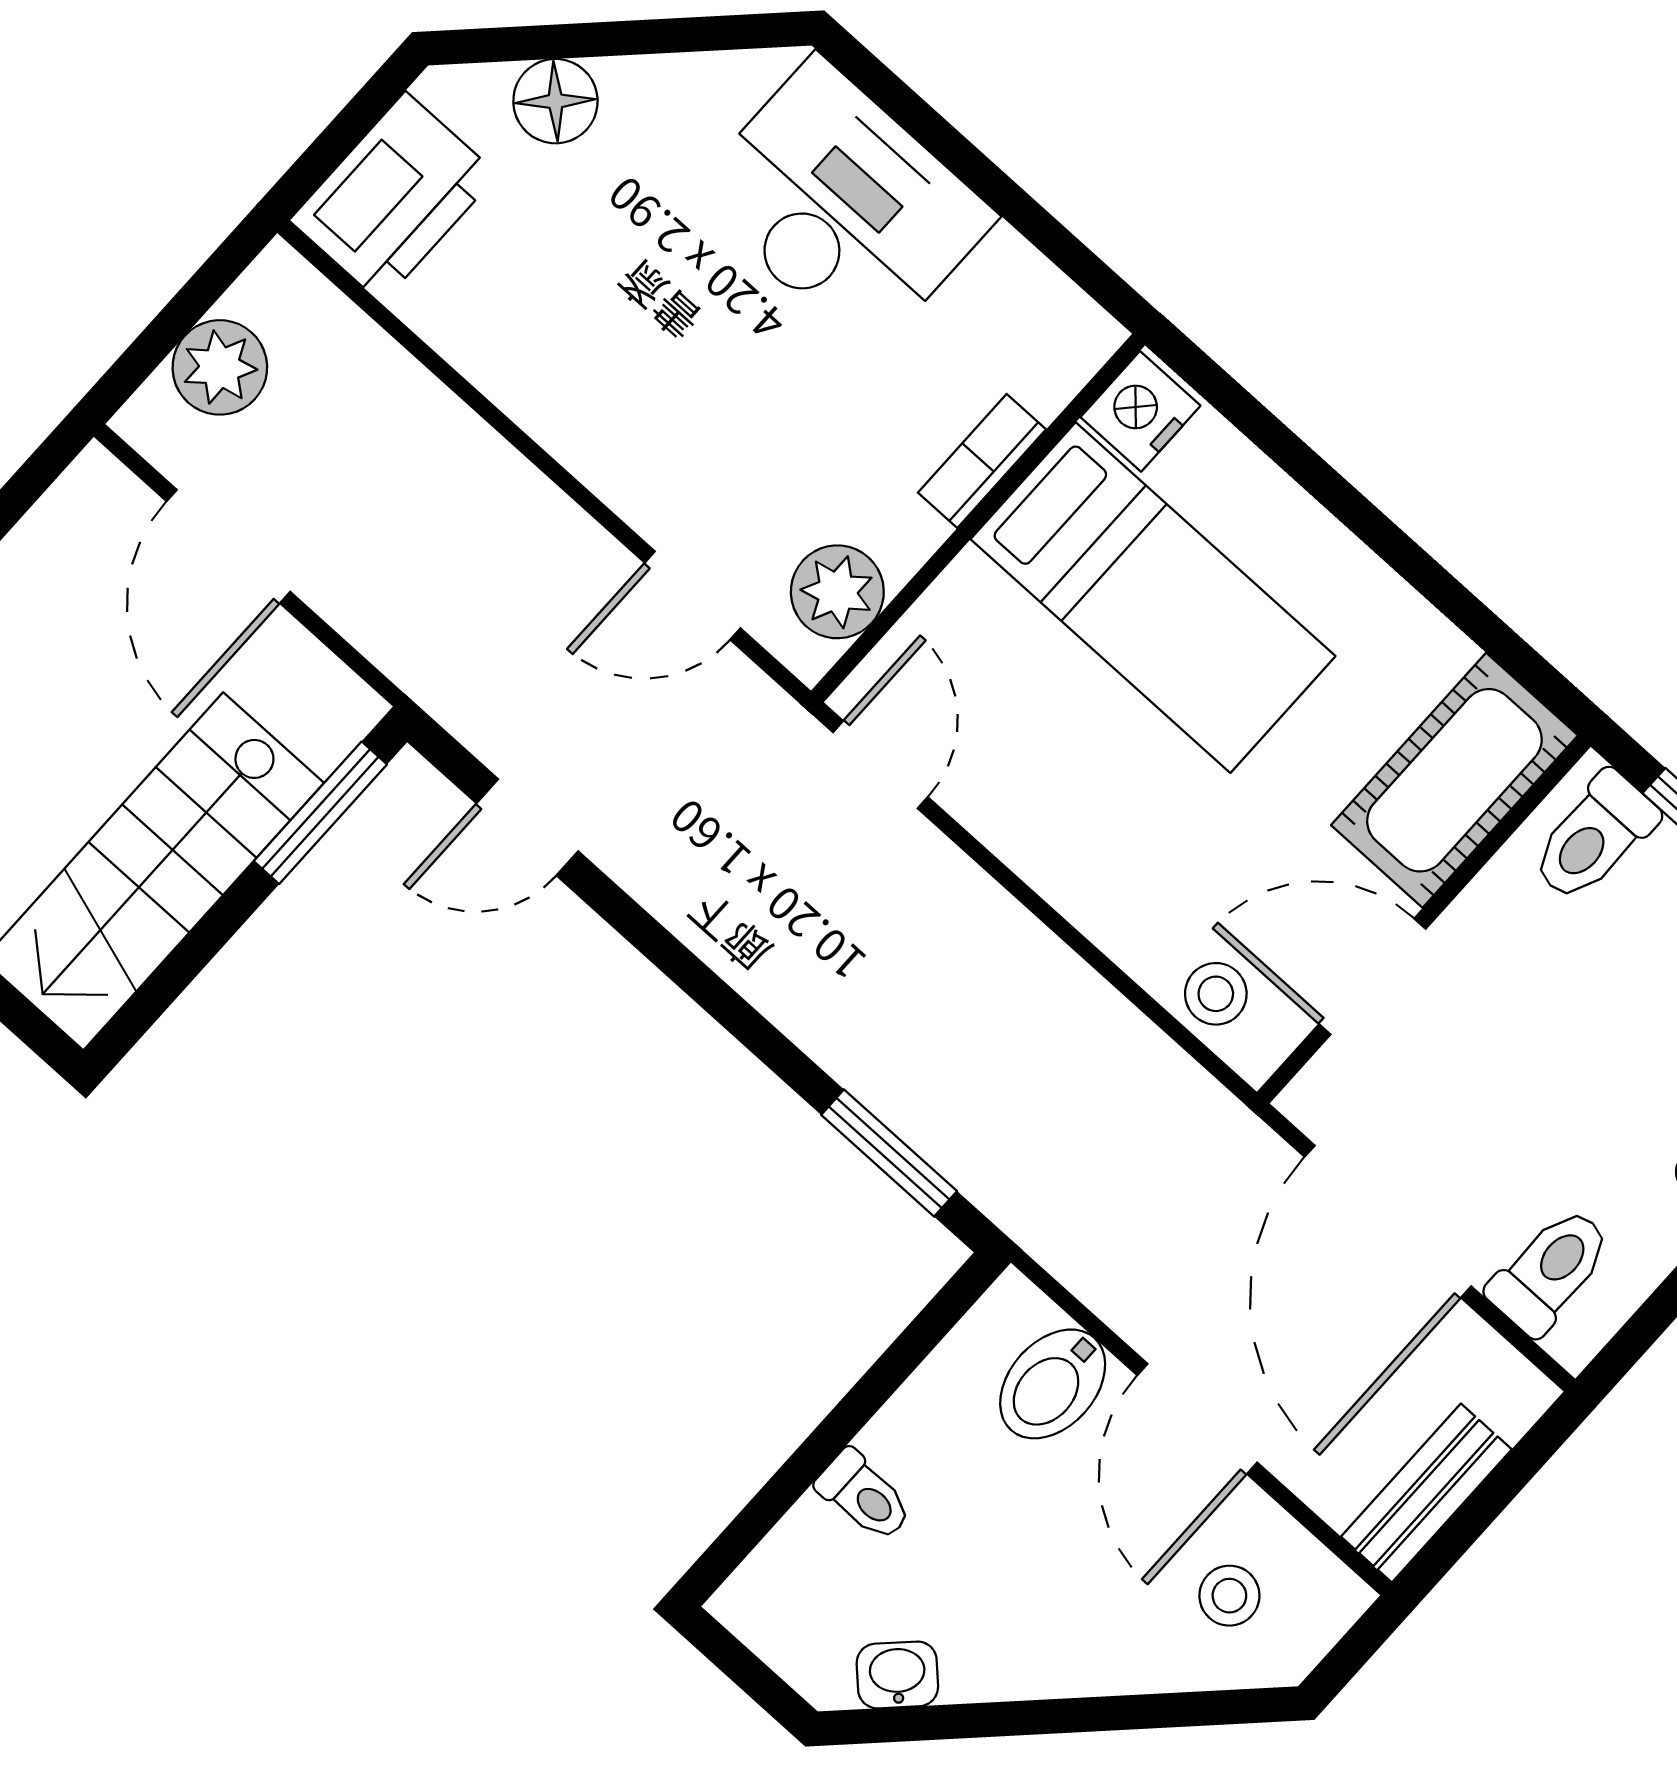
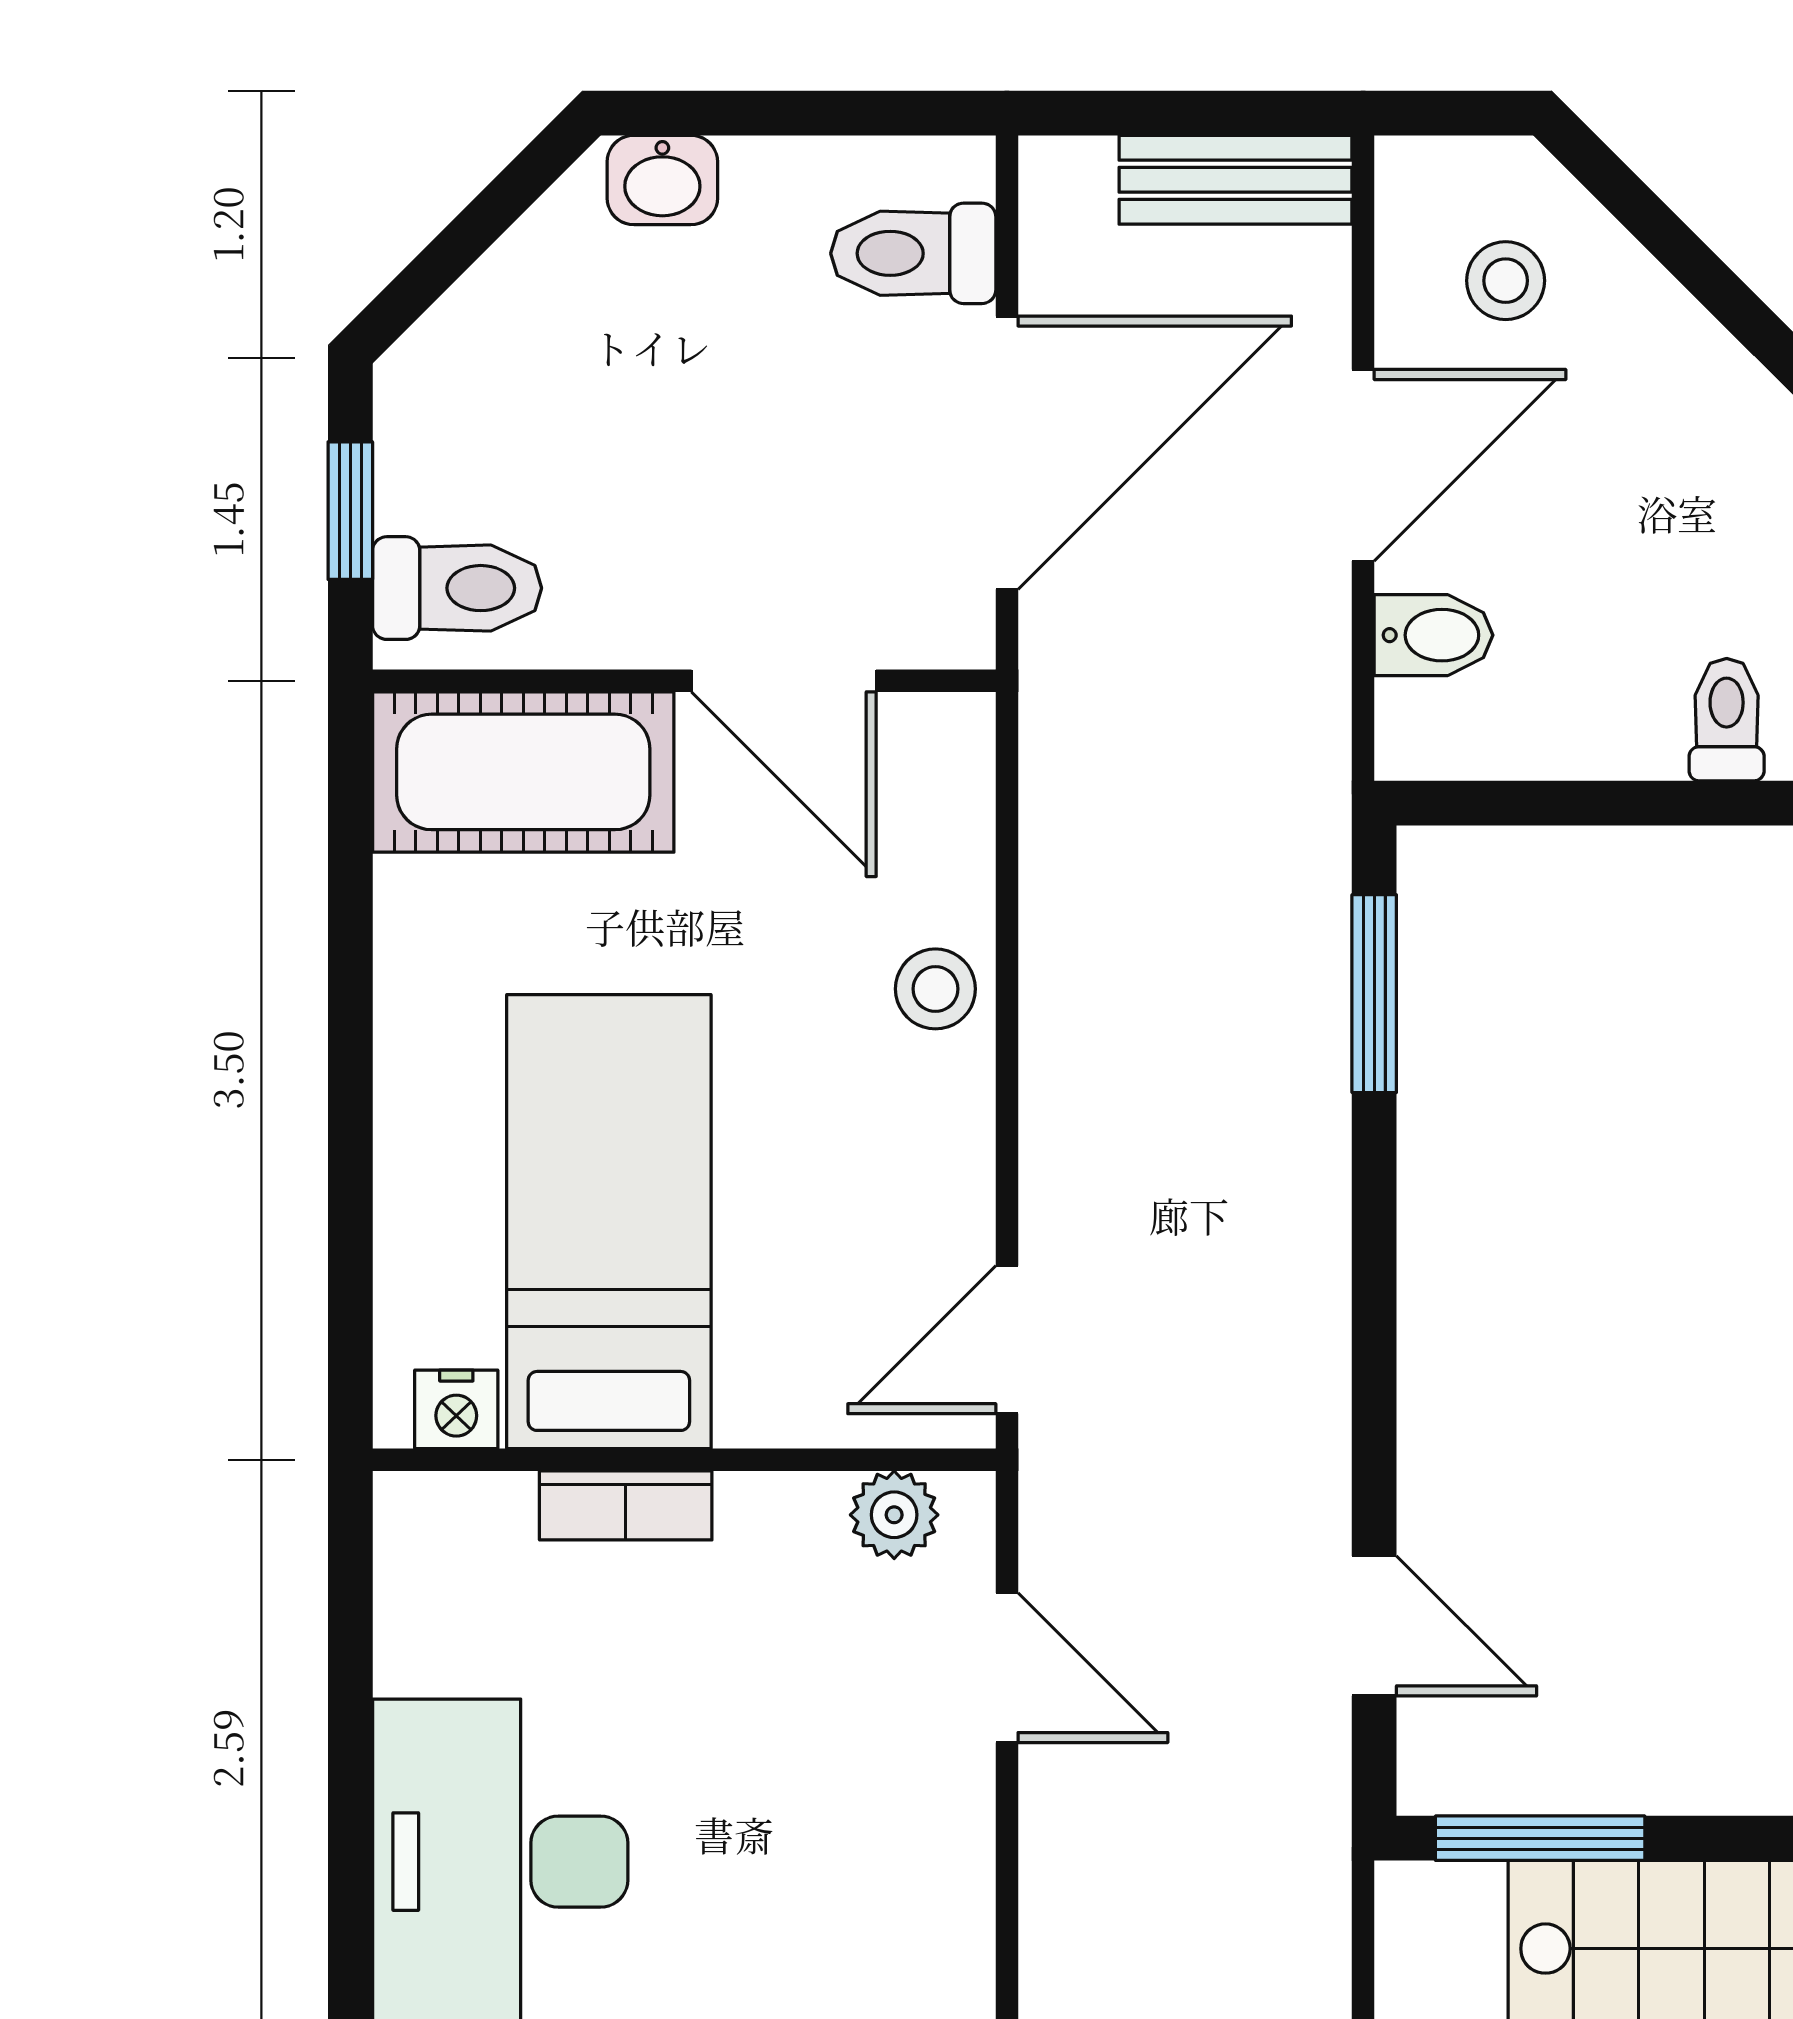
nightstand: (1140, 411) -> (456, 1409), width x0.72, depth x0.74
plant: (837, 592) -> (894, 1515), width x0.73, depth x0.73
stool: (1216, 994) -> (935, 989), moved
bidet: (1053, 1384) -> (1434, 635), width x0.72, depth x0.74

